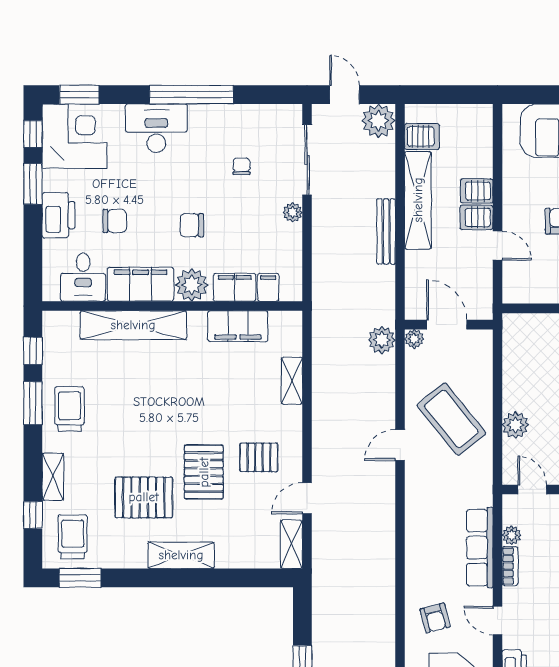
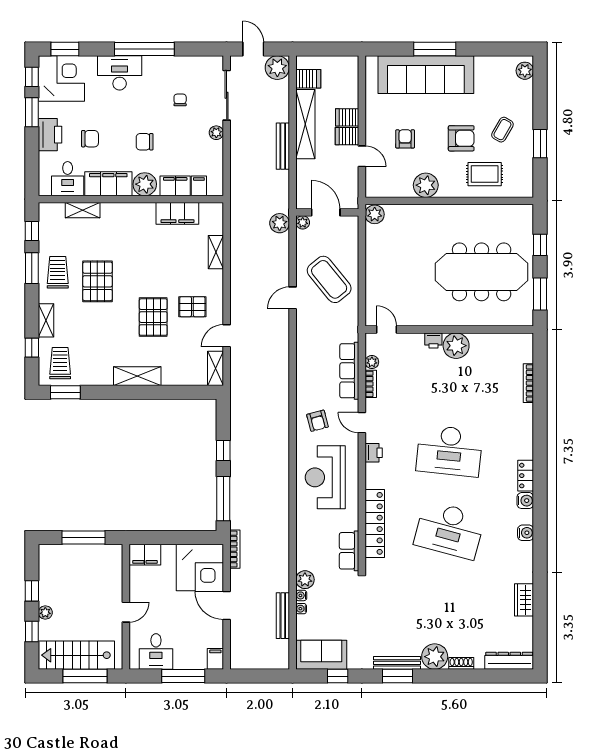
shelving: (133, 325) -> (83, 210), width x0.45, depth x0.75
plant: (515, 425) -> (375, 214), moved
pallet: (144, 497) -> (97, 281), moved, turned 90

